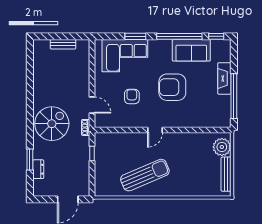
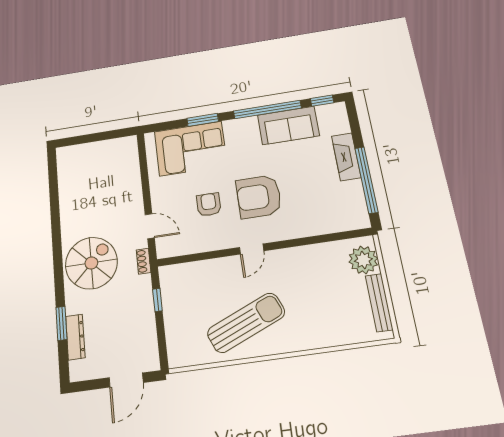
bench: (63, 44) -> (99, 147), removed
armchair: (172, 87) -> (259, 197), moved
dresser: (38, 169) -> (75, 337), width x1.44

